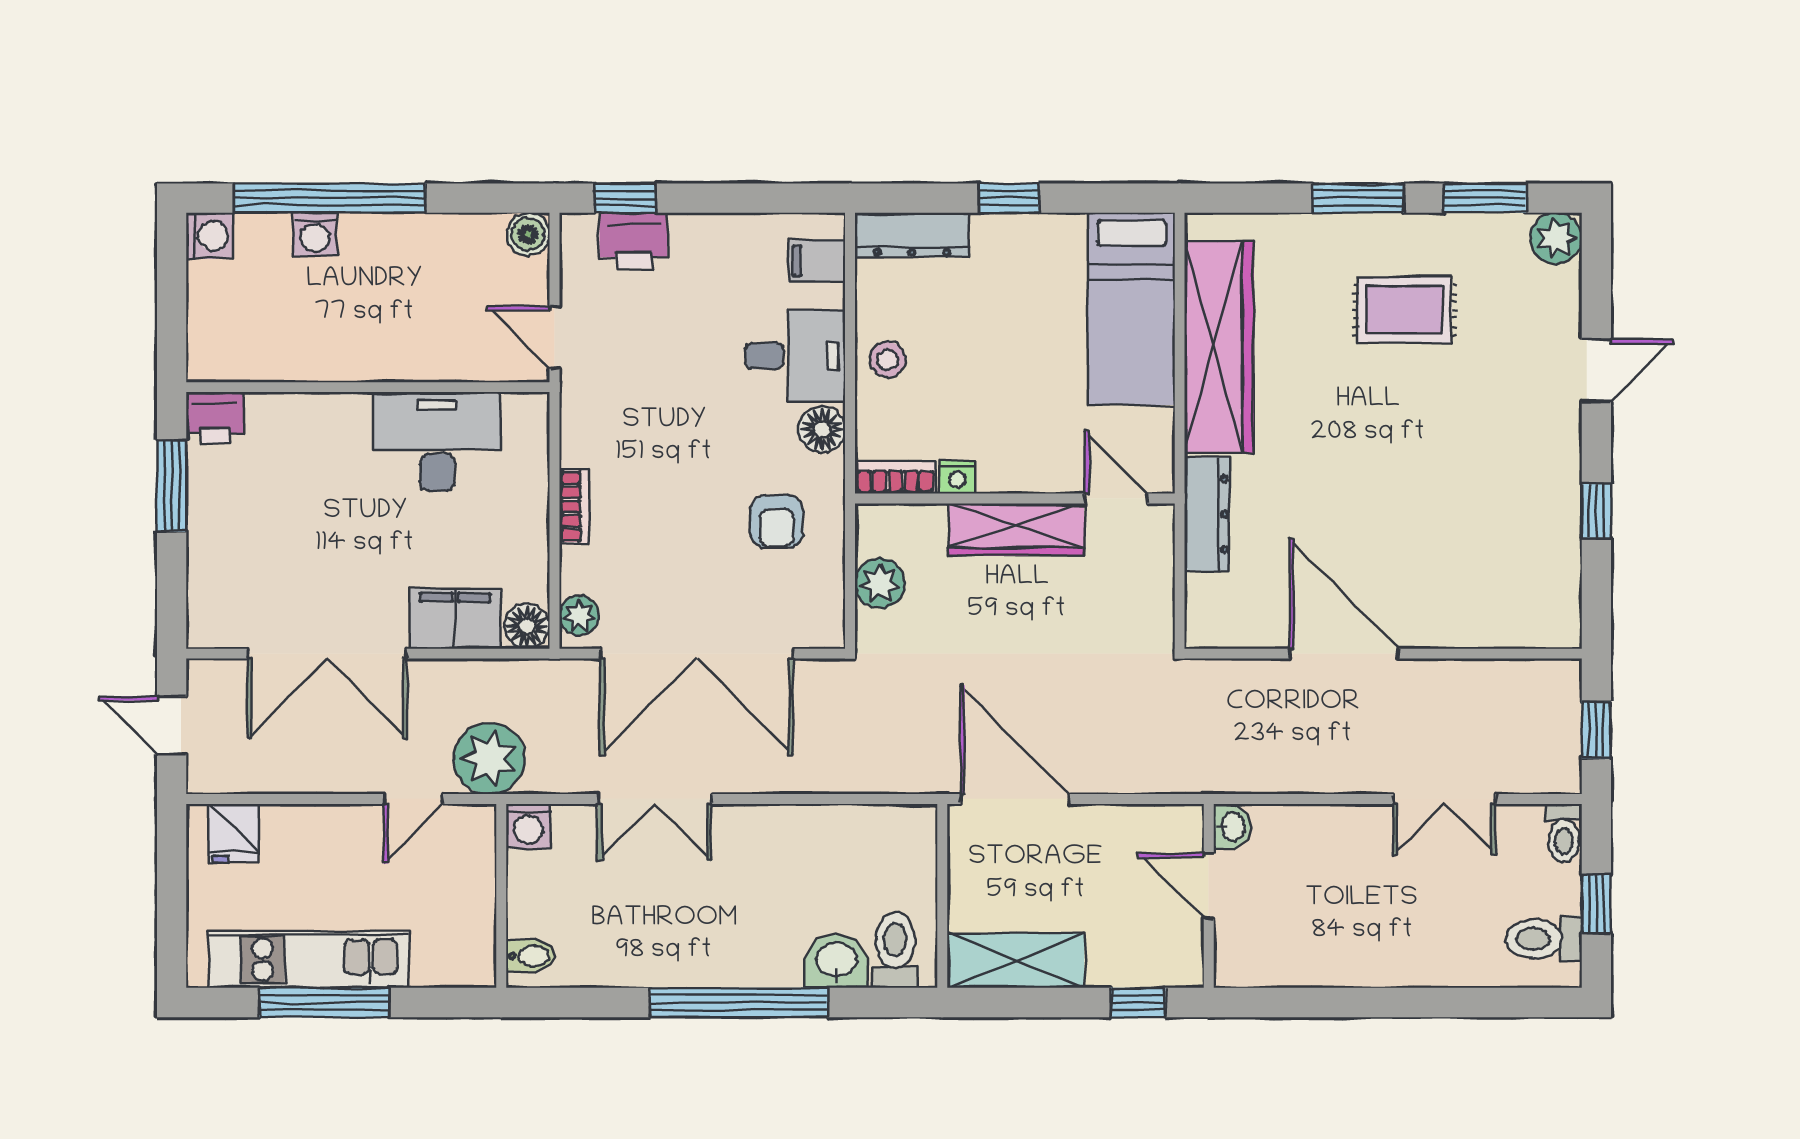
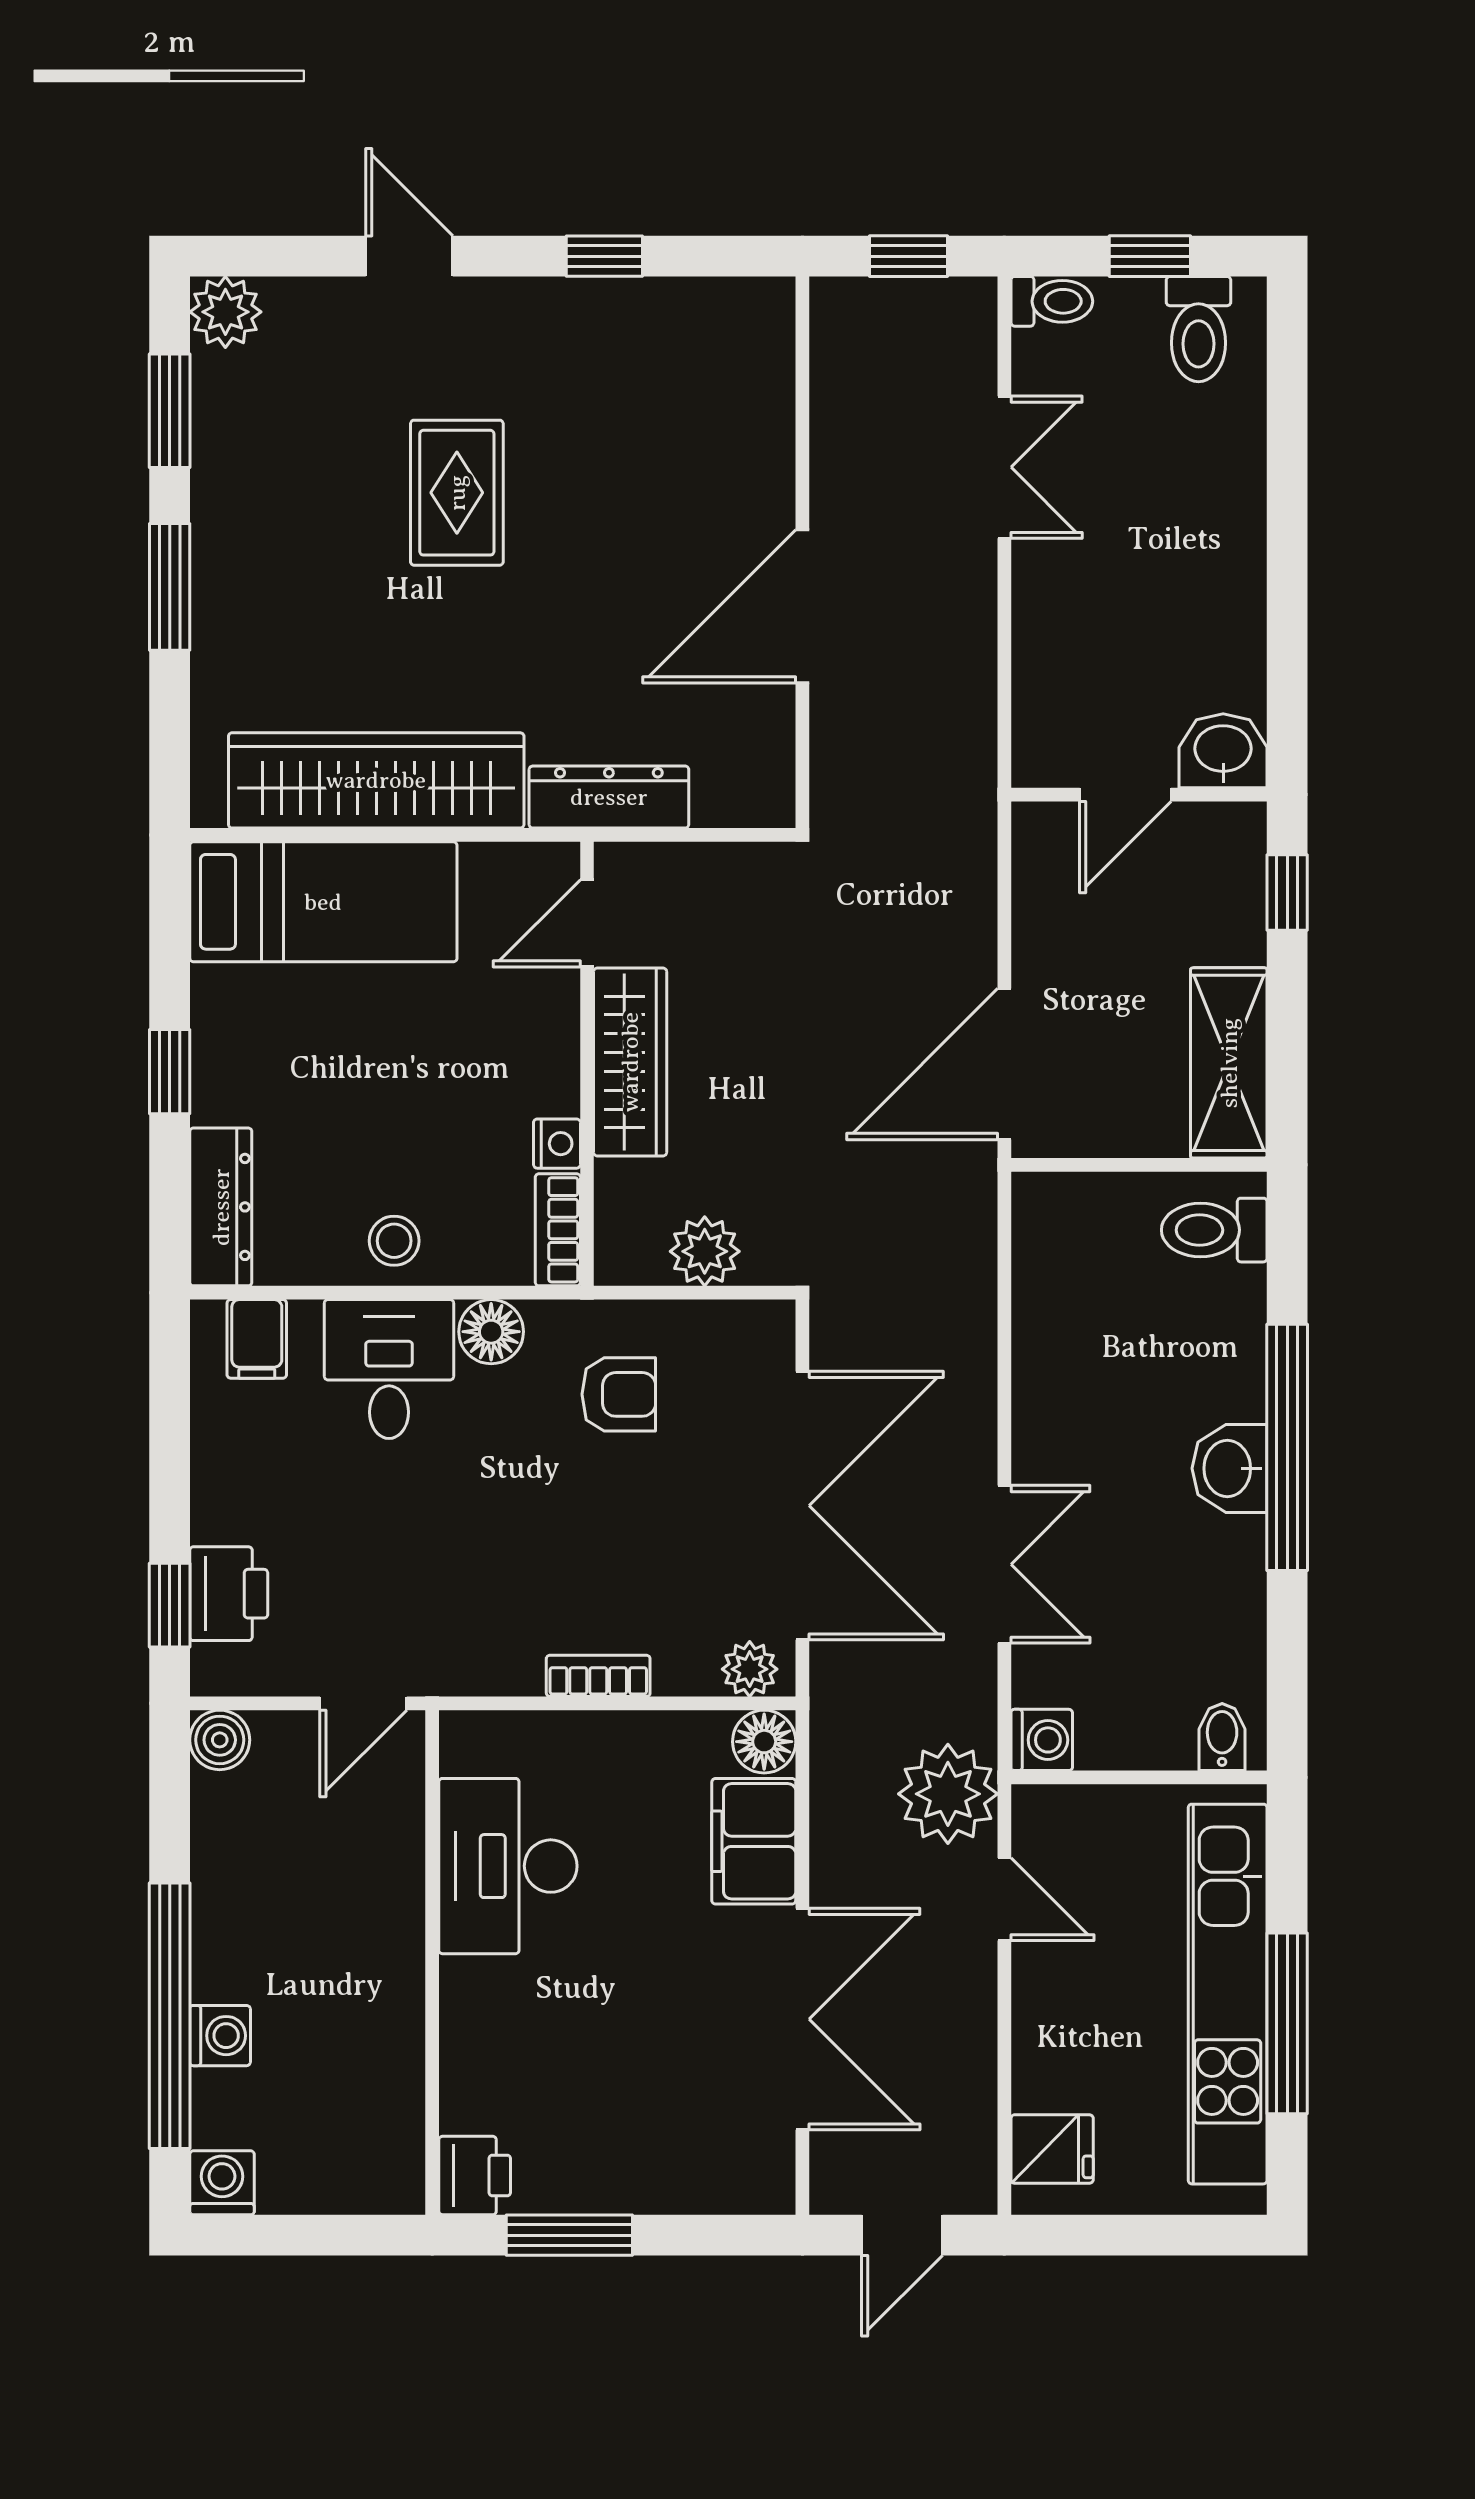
rug: (1405, 310) -> (457, 493), moved
washbasin: (1232, 827) -> (1223, 751), moved, width x1.38, depth x1.45
kitchen unit: (309, 960) -> (1228, 1994), width x1.36
washbasin: (837, 961) -> (1229, 1468), moved

